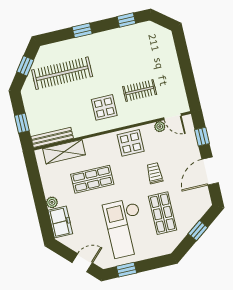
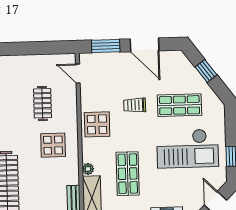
door: (173, 117) -> (78, 74), swing flipped
plant: (160, 127) -> (88, 169), moved
window: (202, 137) -> (106, 46), width x1.50

